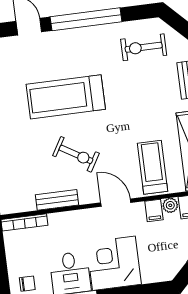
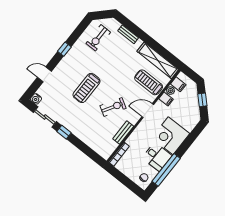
window: (86, 19) -> (64, 49), width x0.32
treadmill: (66, 97) -> (87, 88), width x0.73, depth x0.73

